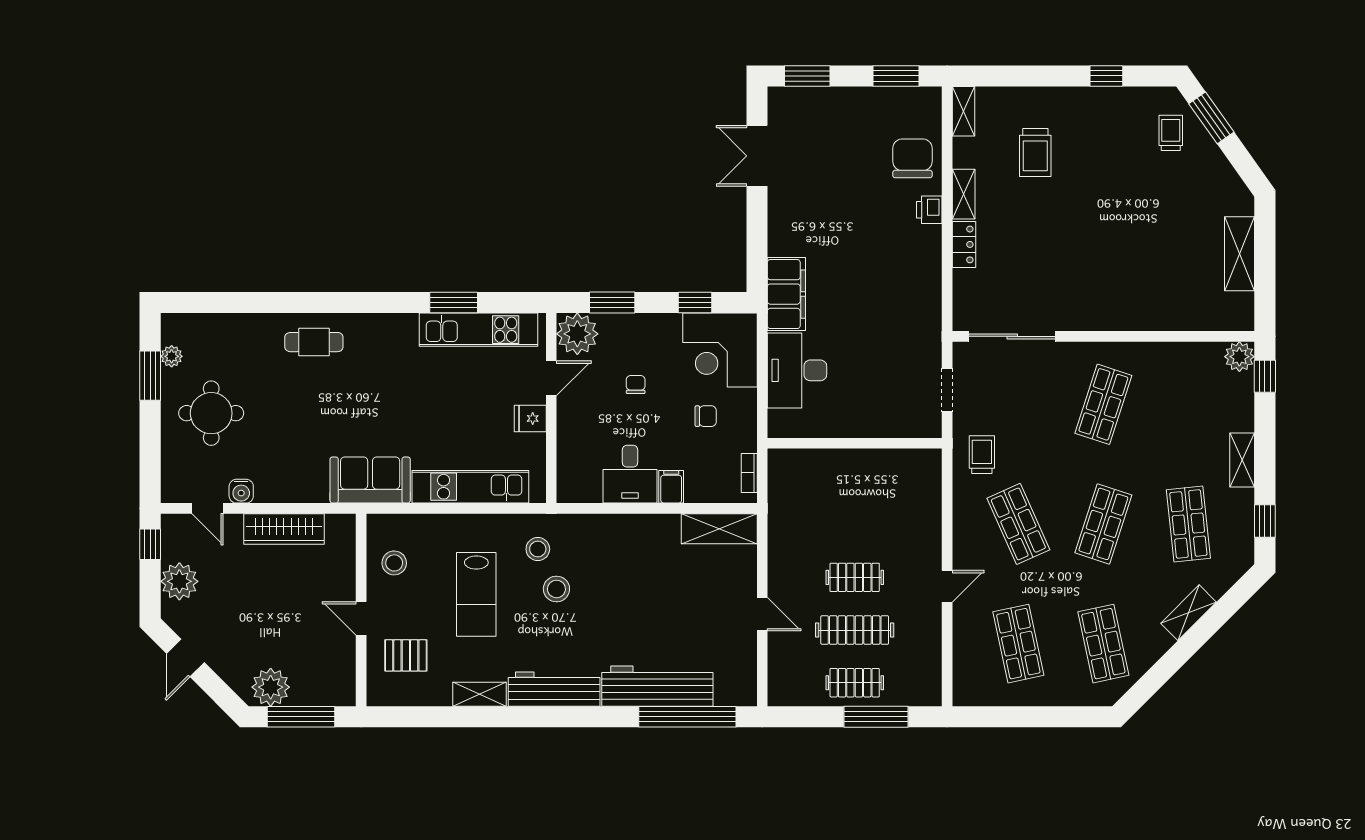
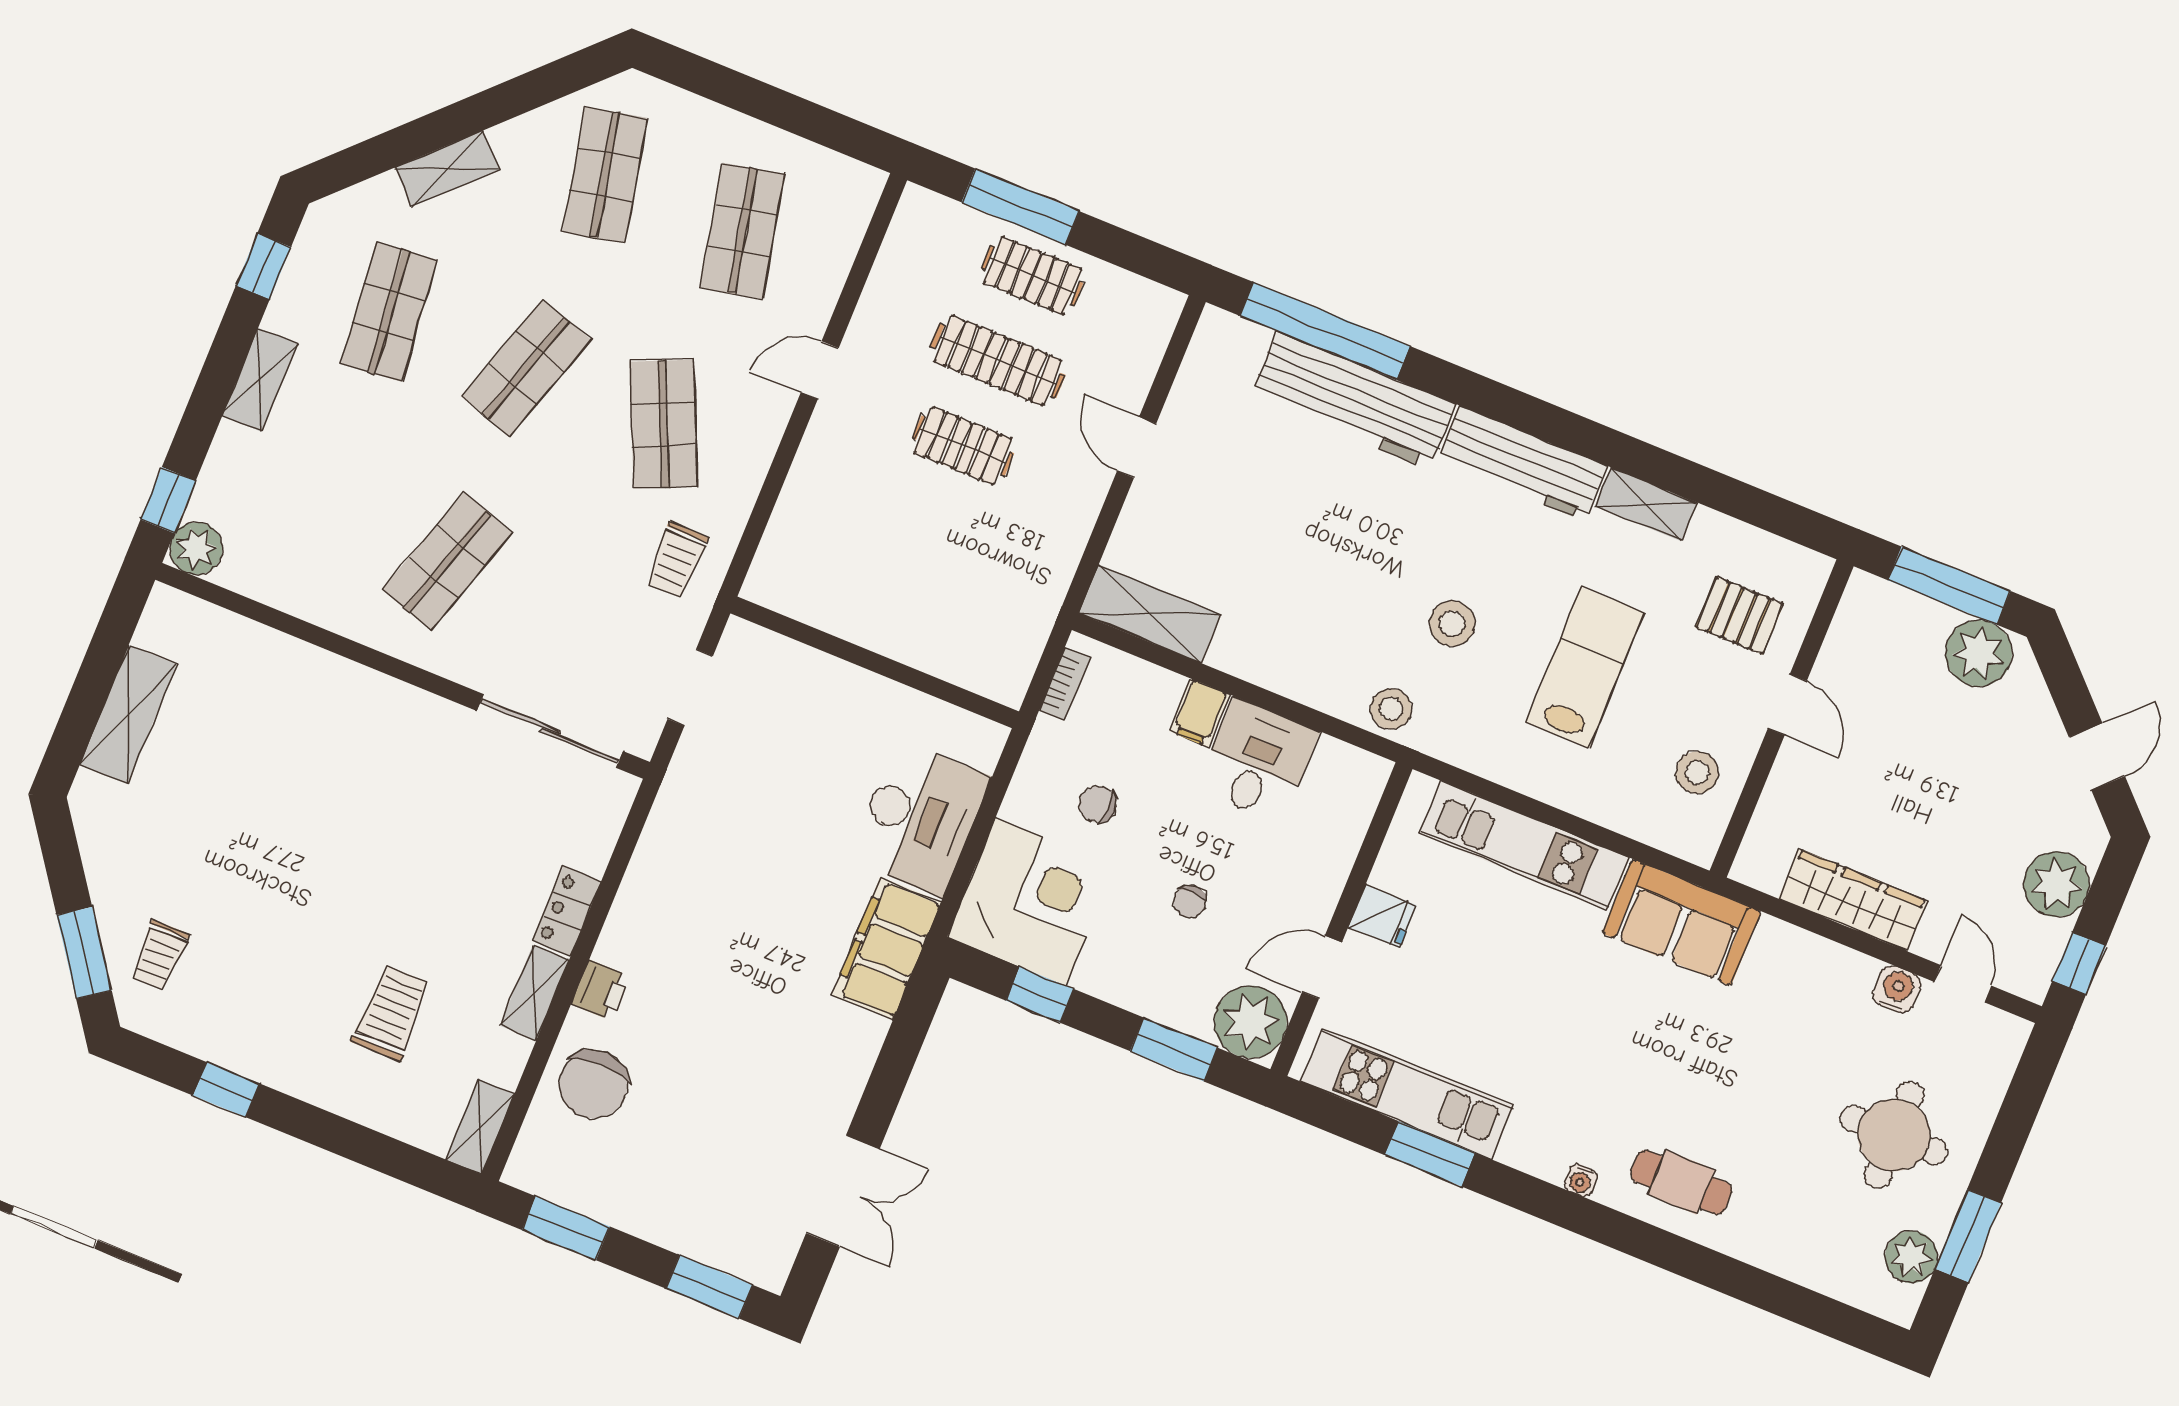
water cooler: (368, 321) -> (1581, 1180), added
plant: (172, 356) -> (1911, 1257), width x1.38, depth x1.38
stool: (538, 549) -> (1391, 709), moved

